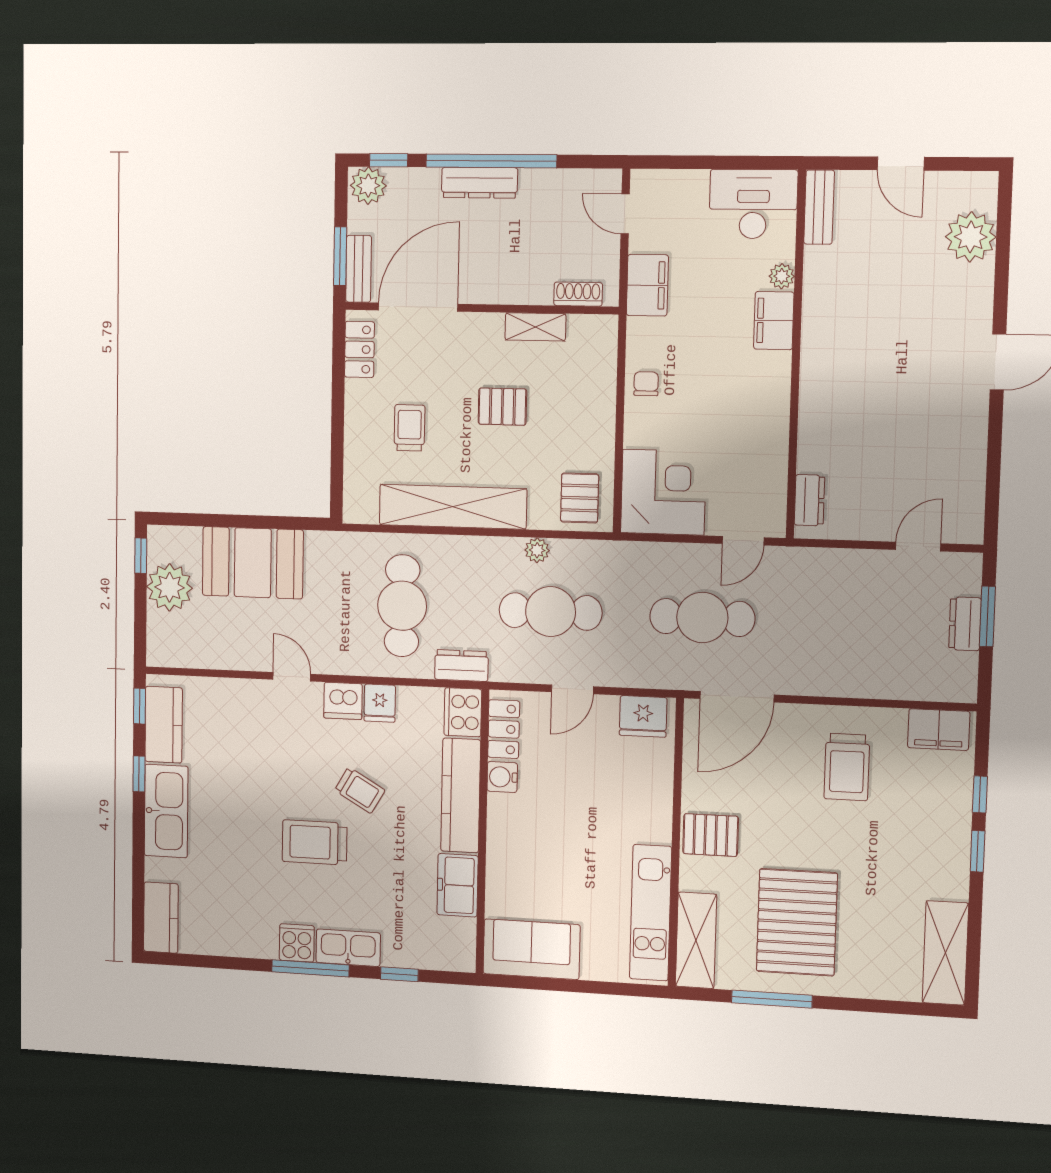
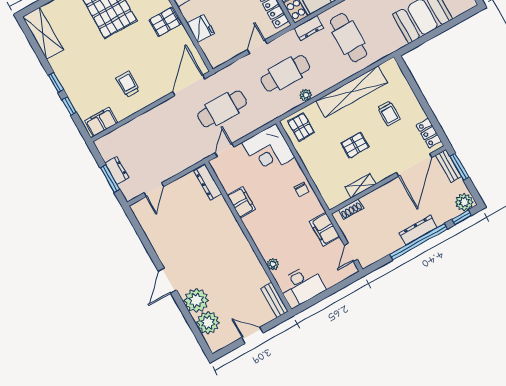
door: (625, 214) -> (351, 252), swing flipped
plant: (967, 292) -> (196, 300), added
filing cabinet: (774, 321) -> (241, 202), moved
dresser: (809, 500) -> (208, 182), width x1.44
fridge: (643, 716) -> (201, 28), moved, turned 90
trolley: (847, 767) -> (128, 84), width x0.73, depth x0.72

